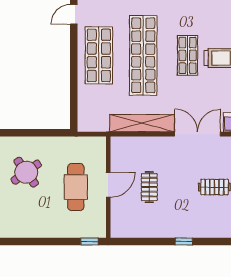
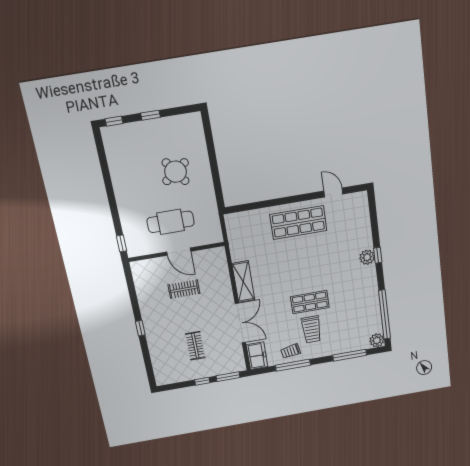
shop shelf: (143, 55) -> (304, 263), removed
shelving: (142, 123) -> (243, 282), width x0.68

